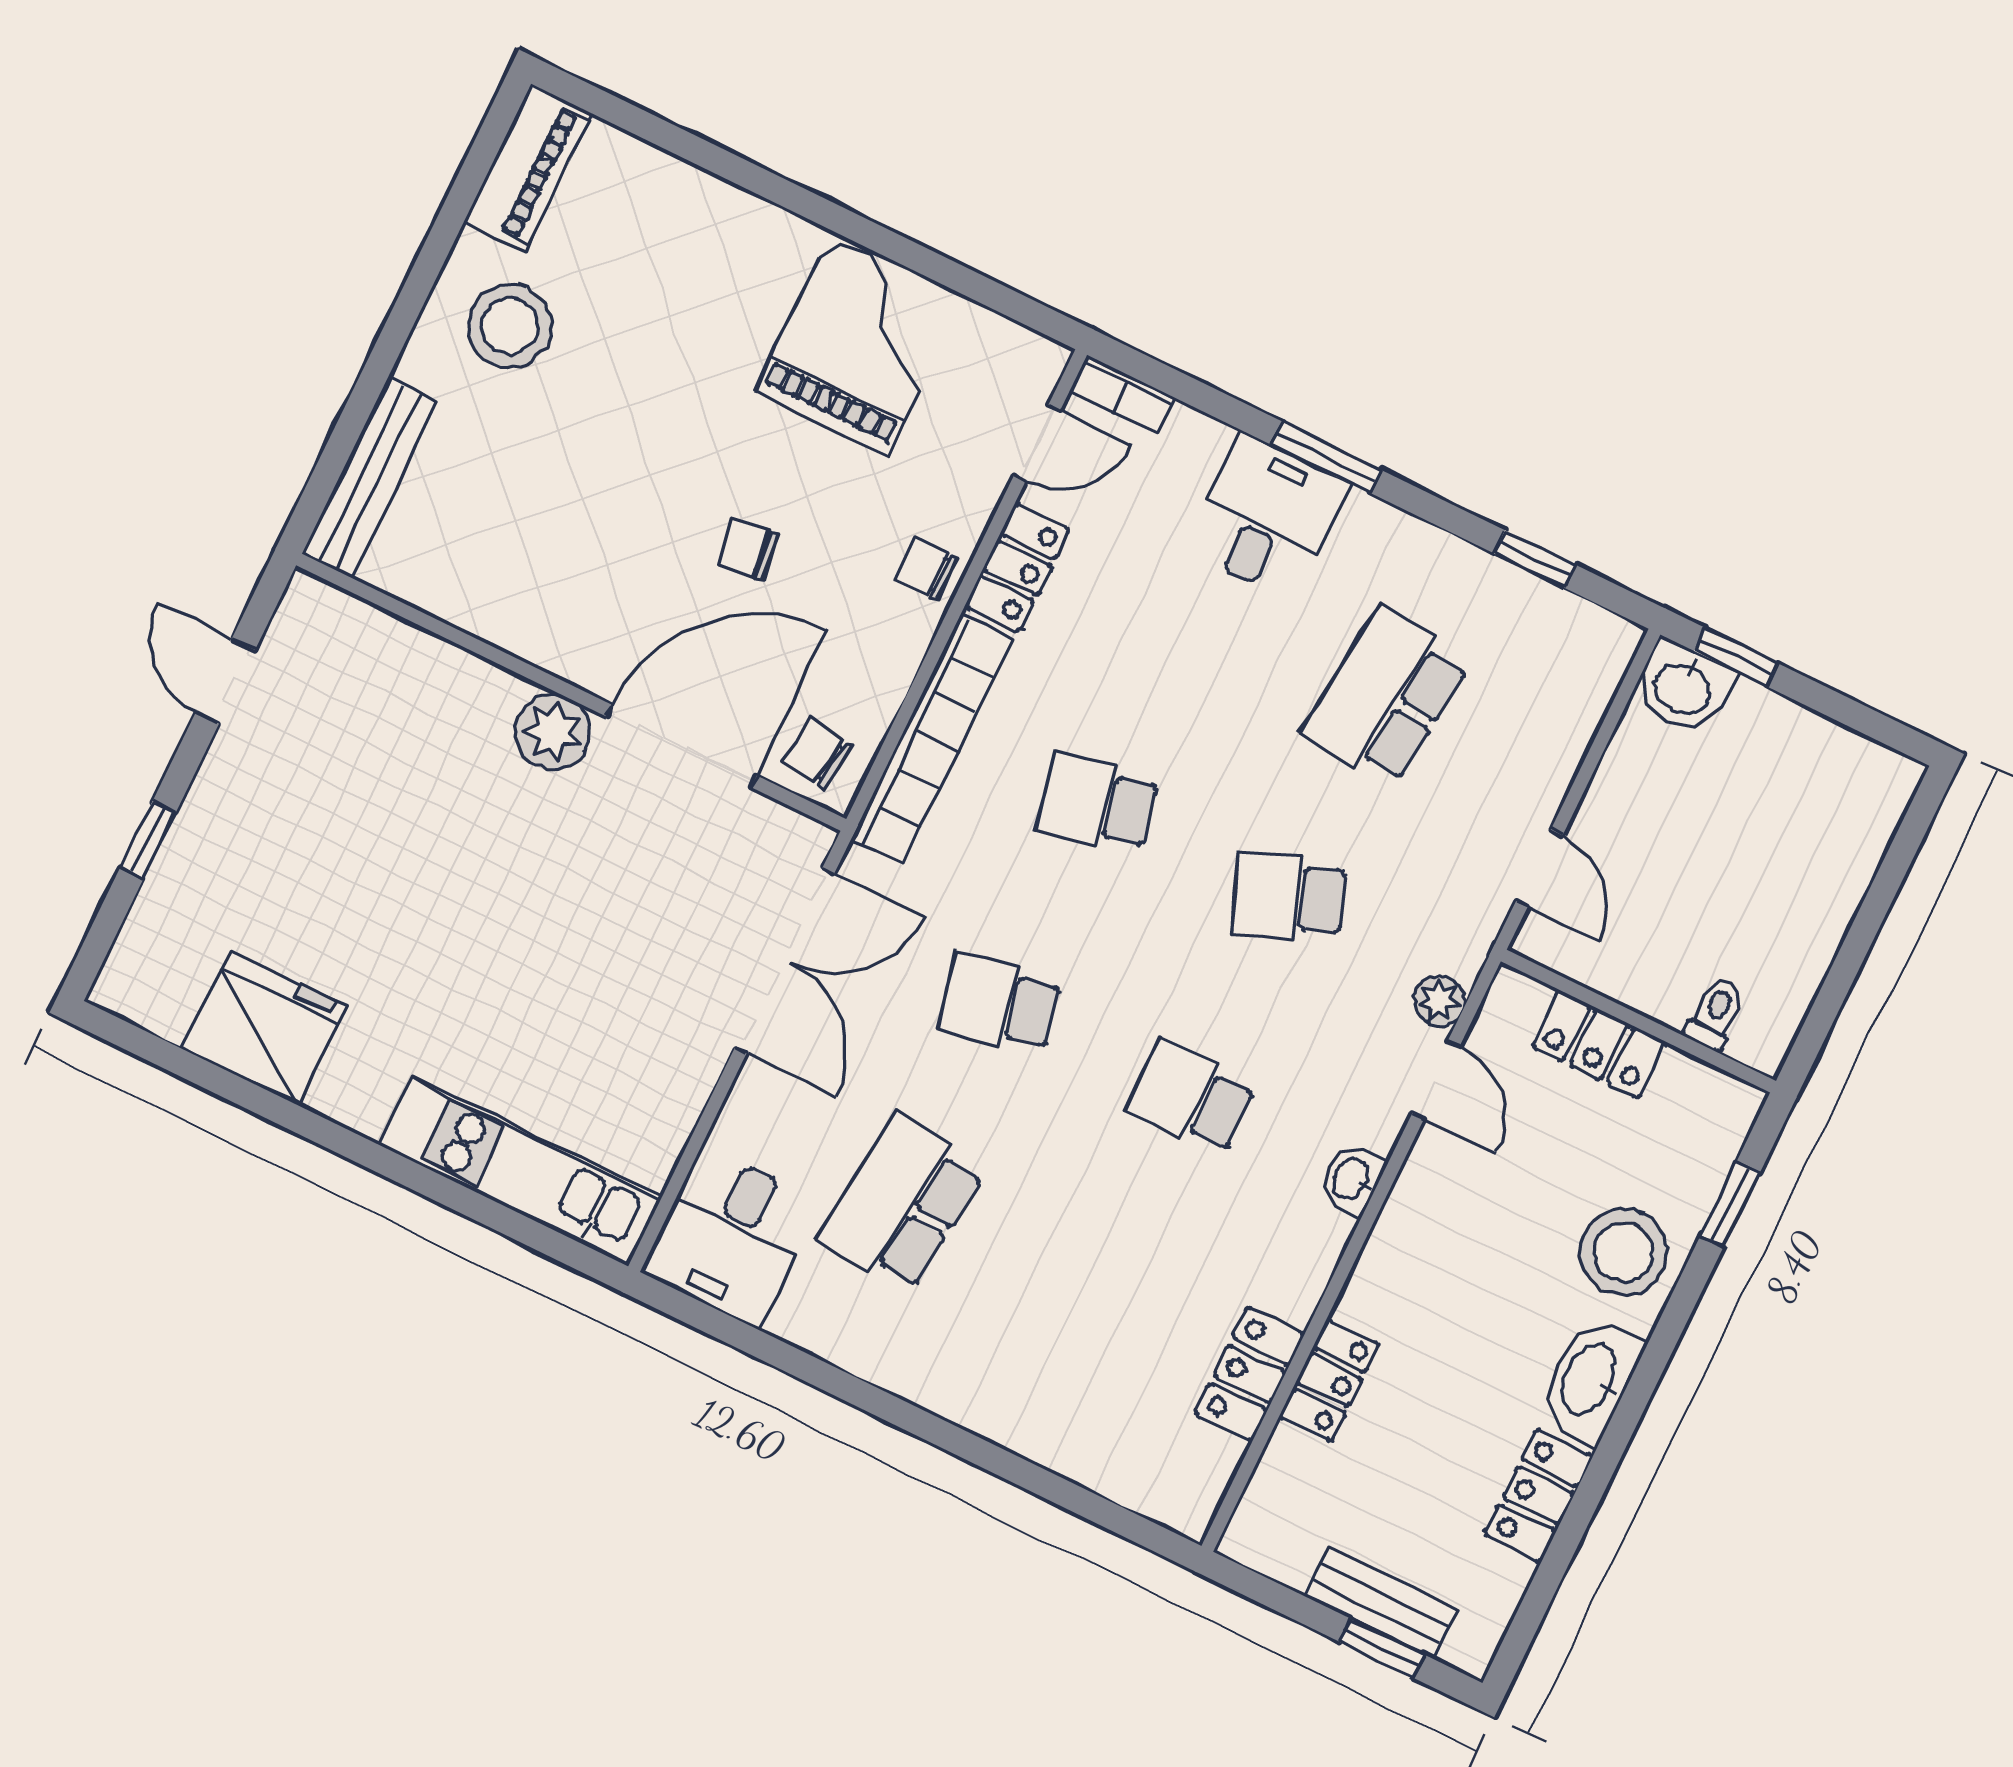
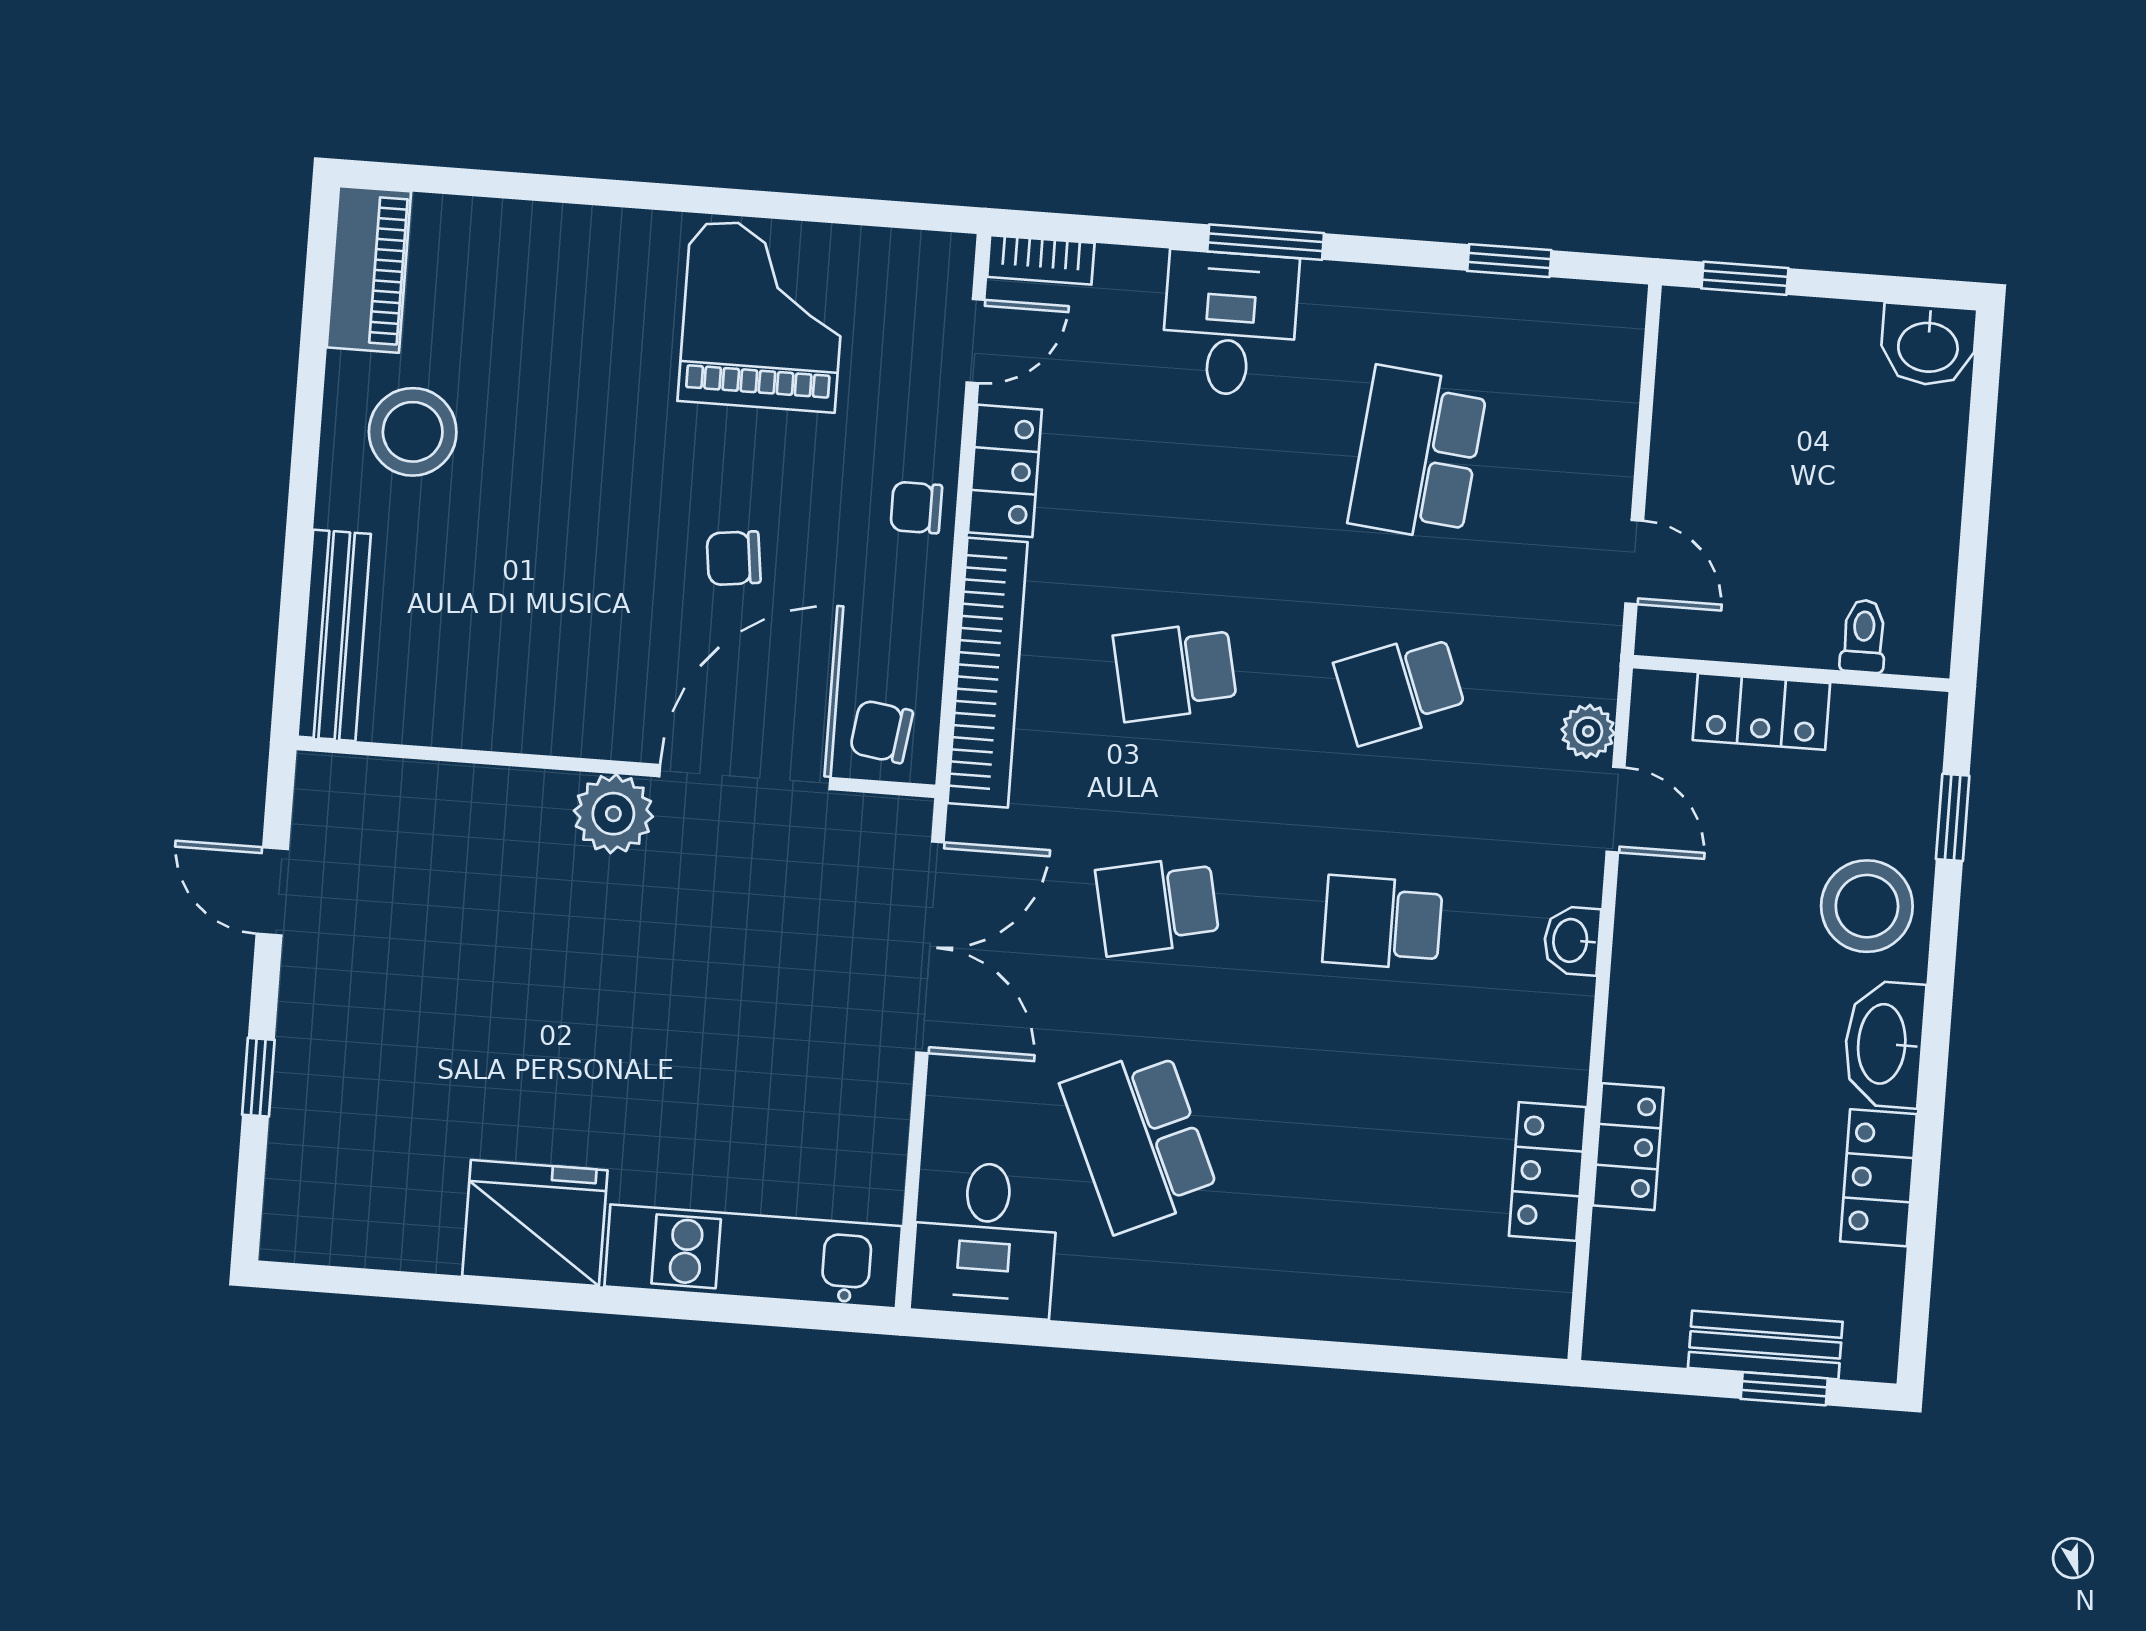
washbasin: (1683, 687) -> (1928, 345), moved
fridge: (264, 1028) -> (535, 1223), moved
school desk: (902, 1204) -> (1140, 1140), turned -30

